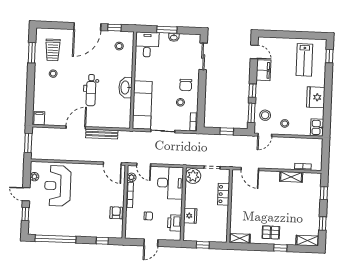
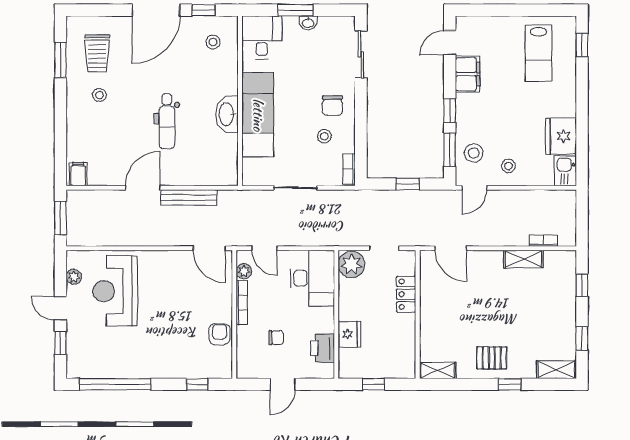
door: (254, 52) -> (450, 43), swing flipped
fridge: (316, 97) -> (561, 136), moved
exam couch: (142, 105) -> (258, 115), moved

